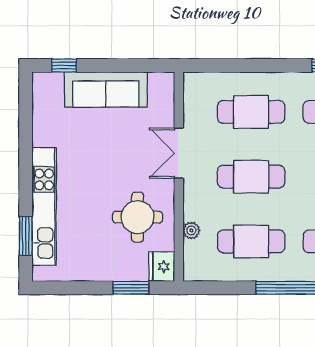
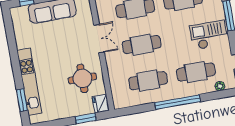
double door: (179, 153) -> (99, 39), swing flipped
plant: (191, 230) -> (114, 80), removed

